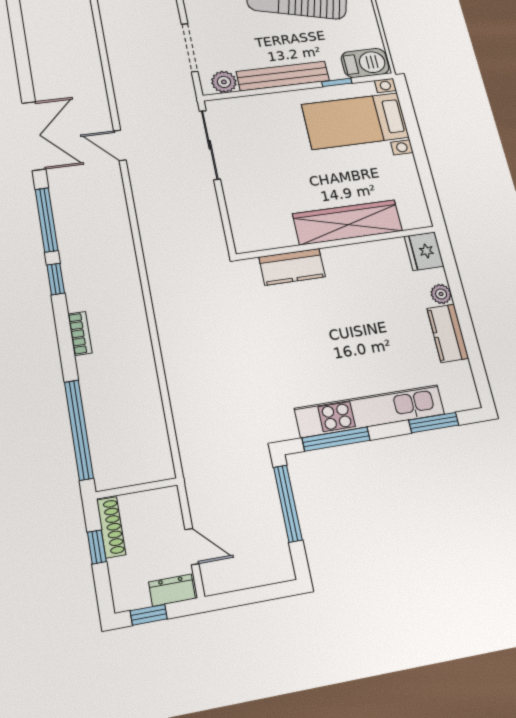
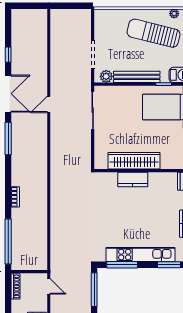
door: (120, 145) -> (49, 104), hinge flipped
wardrobe: (348, 222) -> (134, 161), moved
kitchen counter: (292, 267) -> (133, 179), moved
window: (56, 279) -> (8, 55), moved
window: (97, 547) -> (8, 294), removed
door: (192, 547) -> (49, 286), moved

